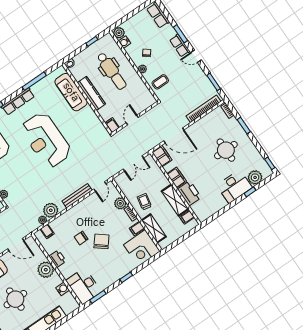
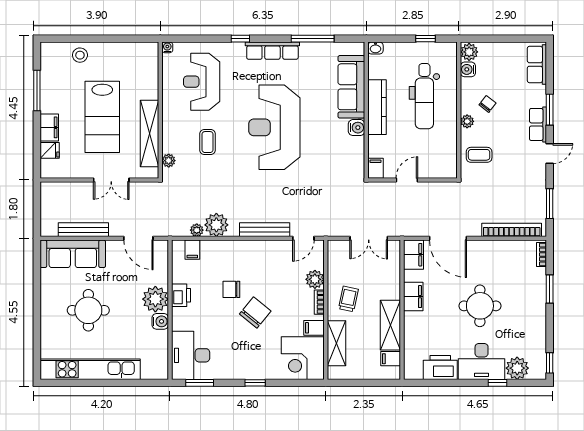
door: (196, 56) -> (550, 154), swing flipped
water cooler: (88, 111) -> (357, 128), added
round table: (226, 150) -> (480, 306), moved
coffee table: (17, 171) -> (208, 142), added
printer: (189, 193) -> (440, 367), moved, turned -90
water cooler: (63, 289) -> (160, 321), moved

